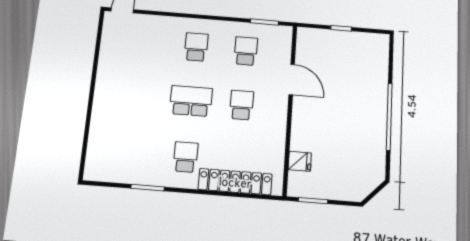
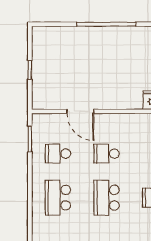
school desk: (196, 47) -> (58, 198), width x1.85
door: (292, 80) -> (80, 111), swing flipped

